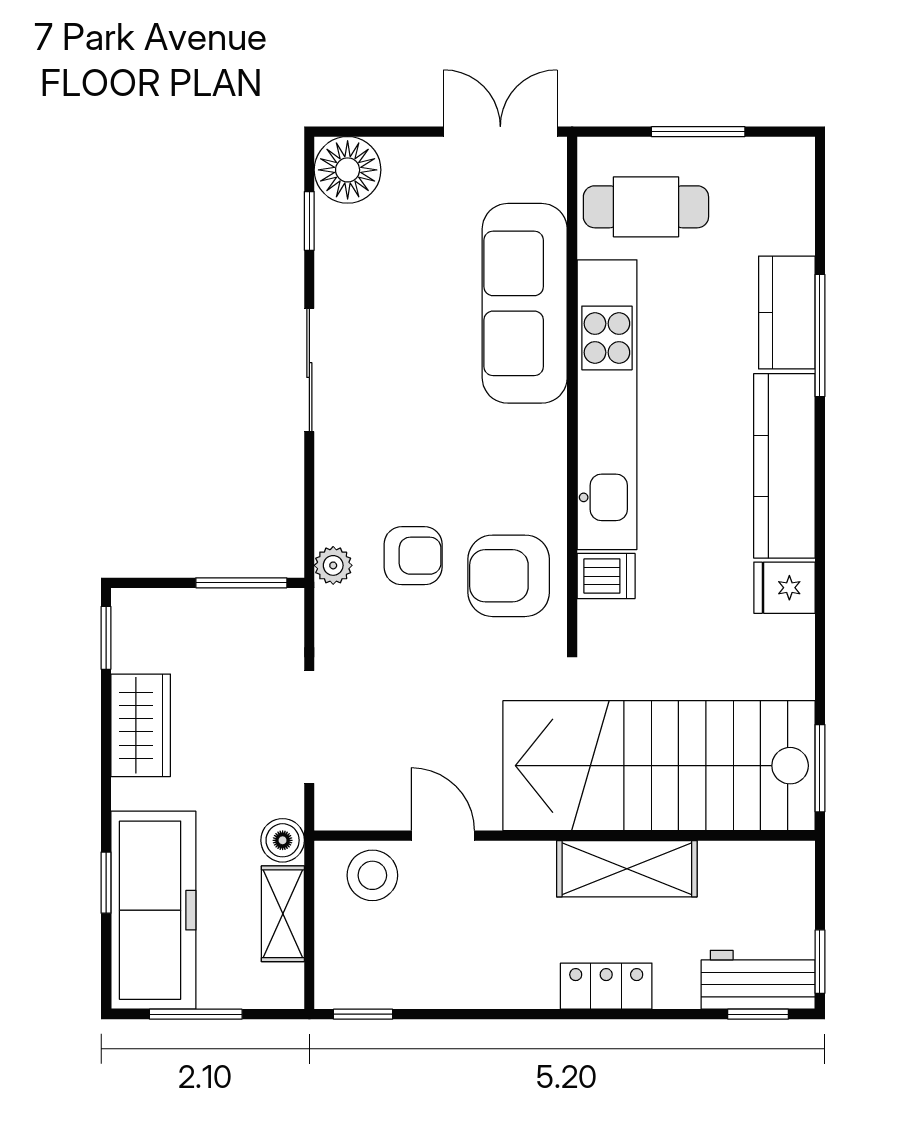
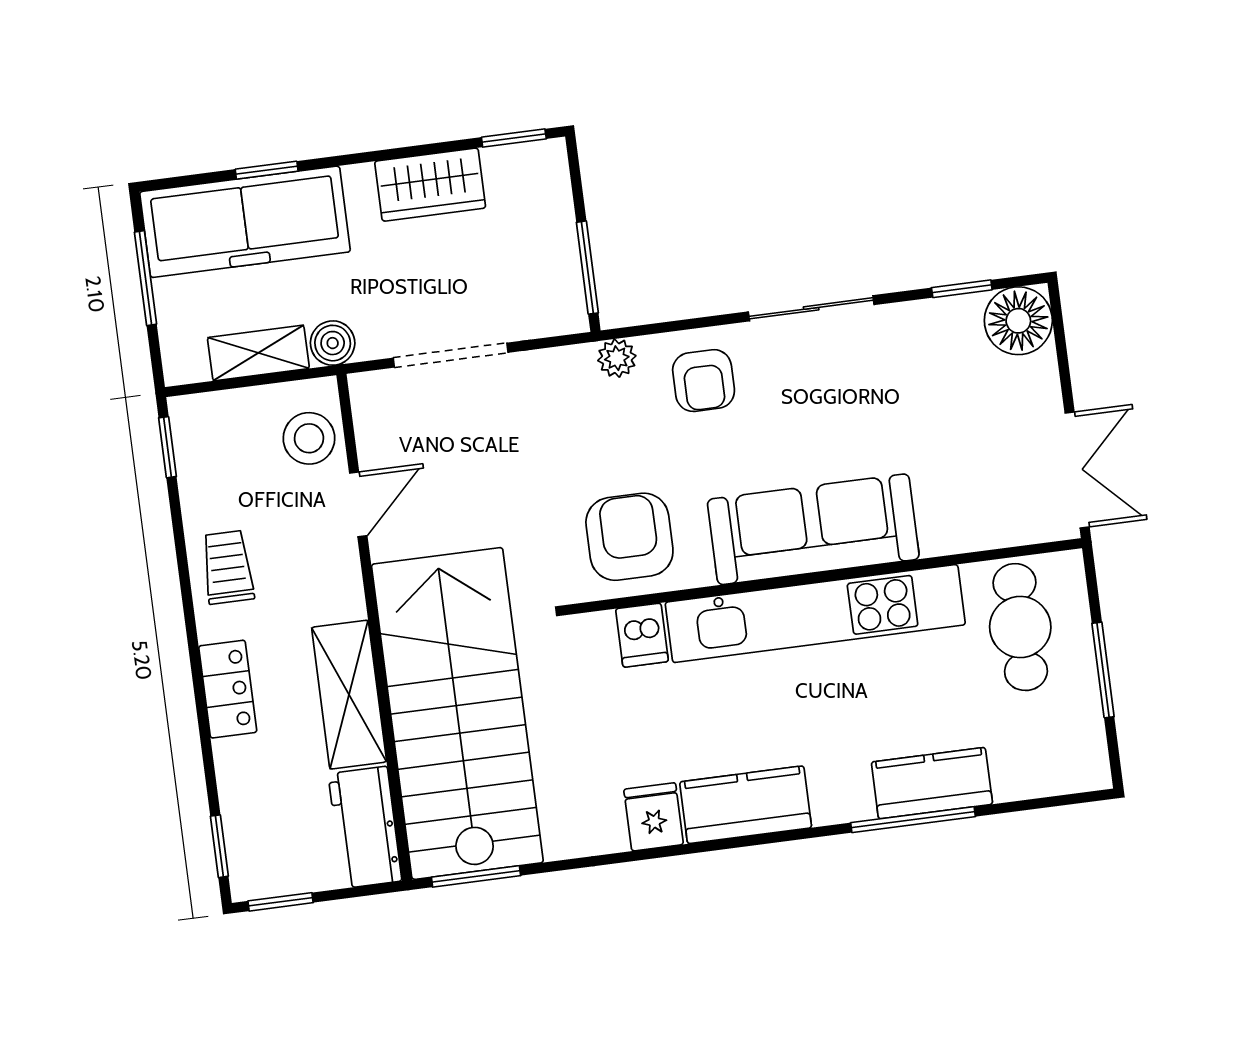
sofa: (525, 303) -> (813, 529), moved
kitchen counter: (784, 466) -> (746, 805), width x0.67
armchair: (413, 556) -> (704, 381), moved
trolley: (488, 971) -> (228, 567), added
workbench: (758, 980) -> (365, 827), moved, turned 180

